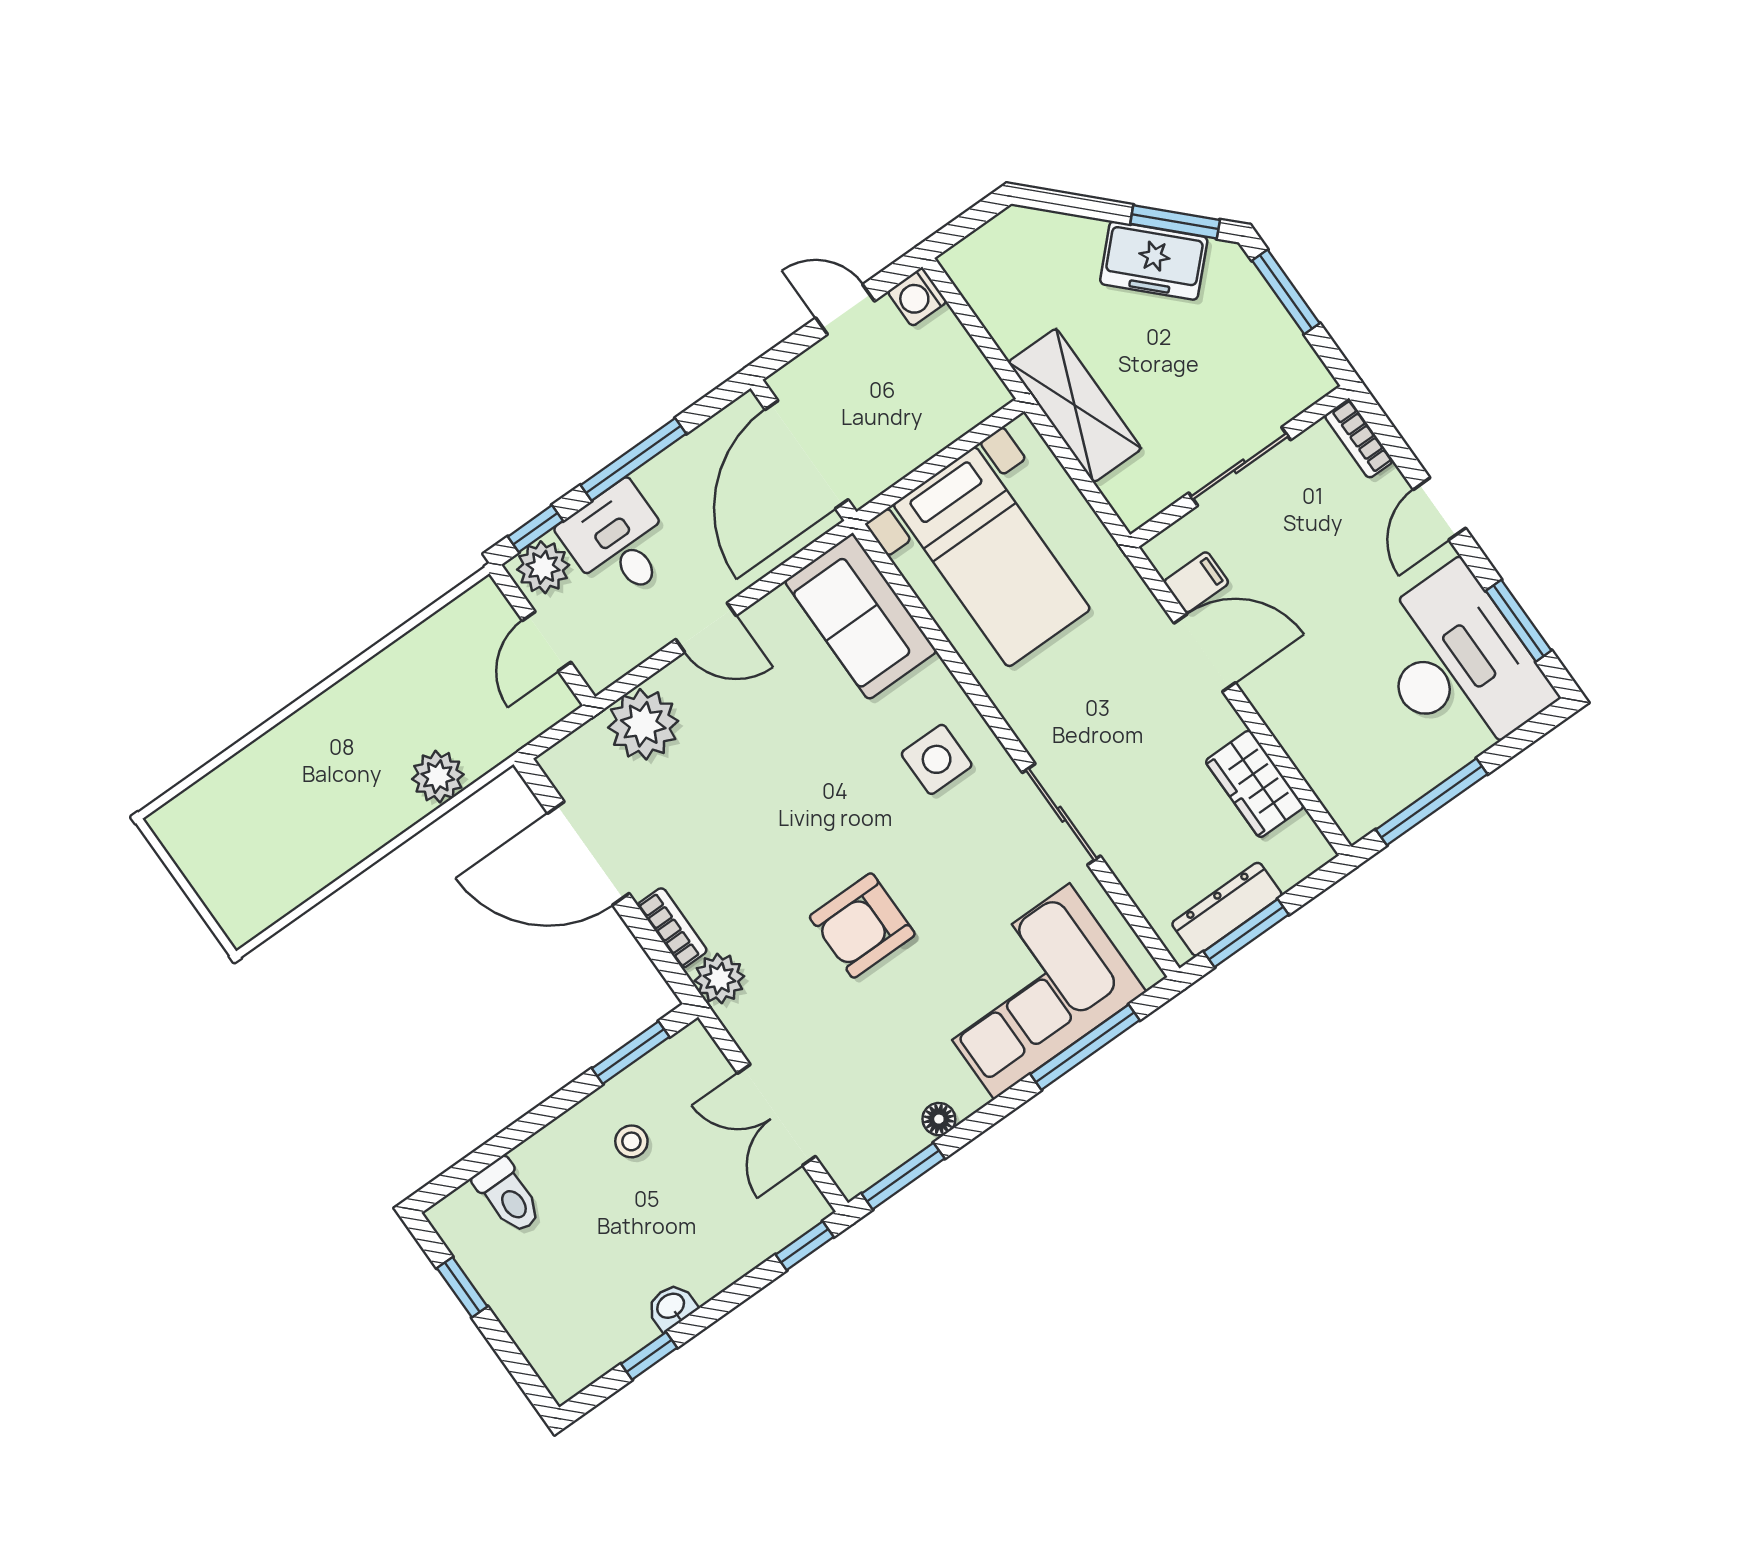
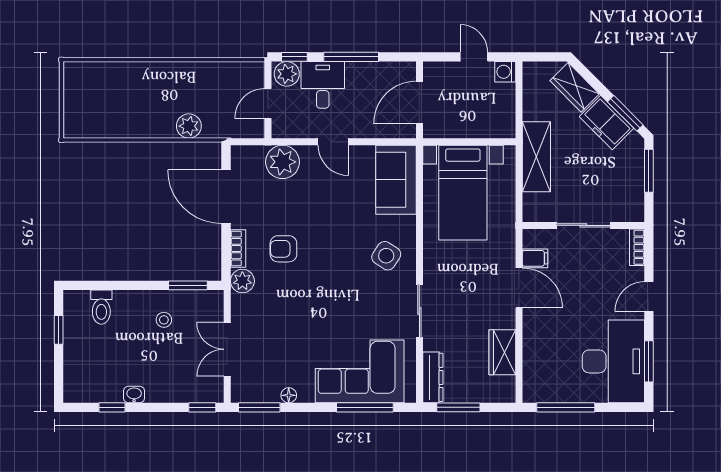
wardrobe: (1056, 239) -> (575, 87), added
door: (807, 455) -> (419, 102), width x0.73
side table: (937, 759) -> (386, 256), turned 33
dresser: (1227, 909) -> (433, 377), moved, turned 90
armchair: (862, 926) -> (283, 249), moved, width x0.72, depth x0.72

